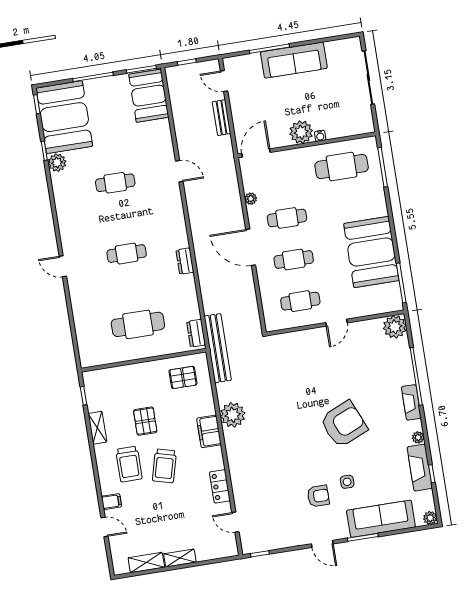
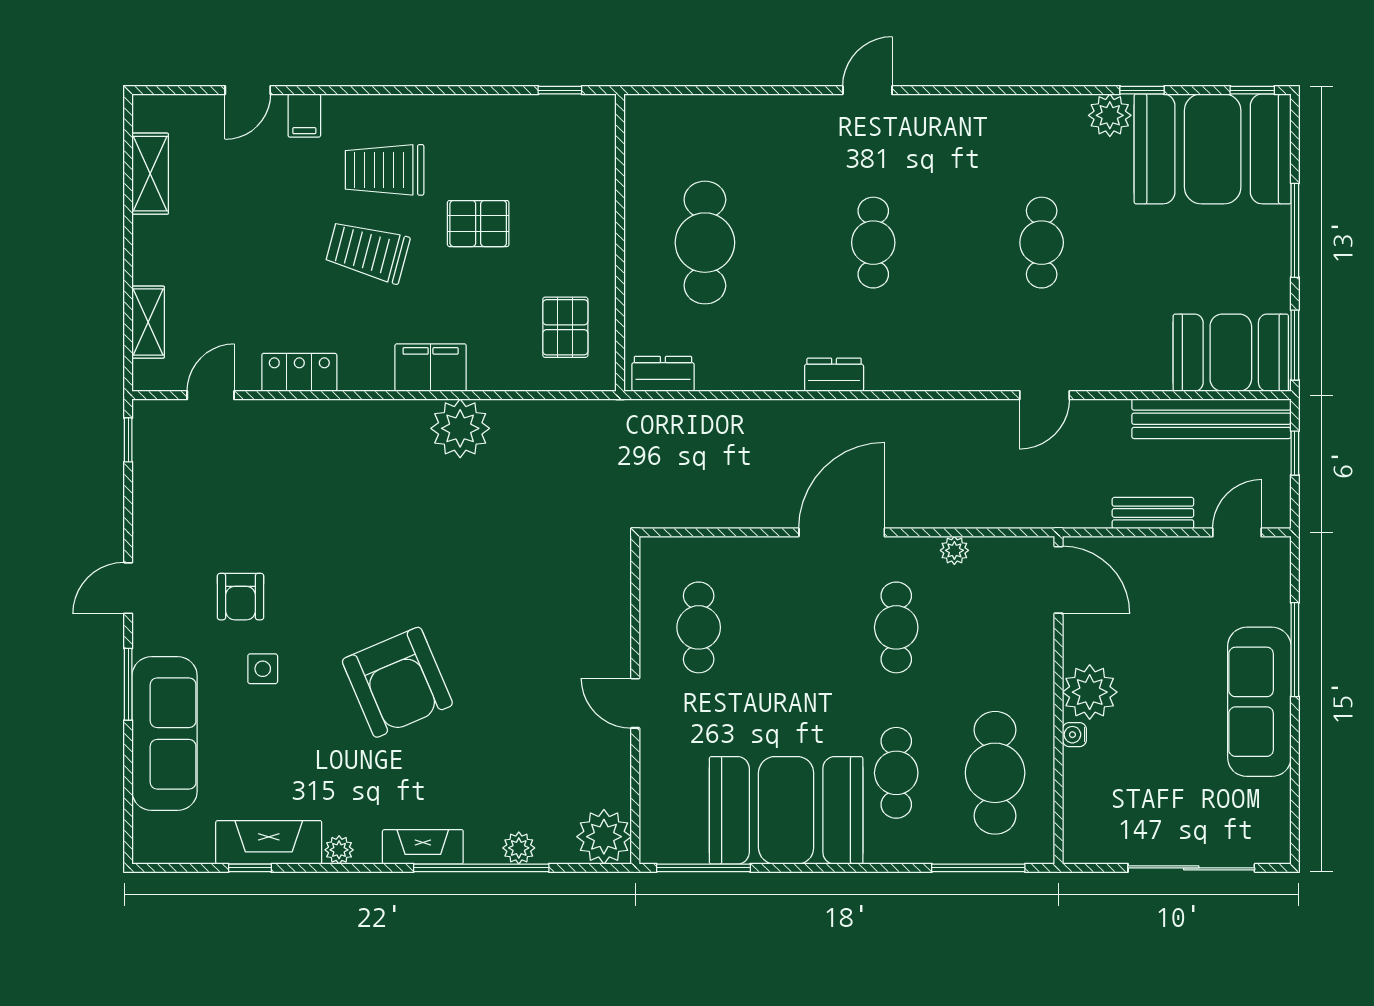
cafe table: (294, 260) -> (896, 773), moved
bench: (218, 348) -> (1211, 419), moved
shelving: (97, 428) -> (481, 110), removed
plant: (430, 518) -> (519, 848), moved
shelving: (180, 558) -> (148, 322), moved

